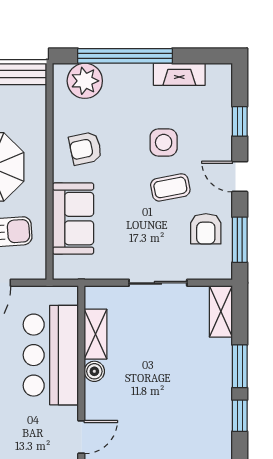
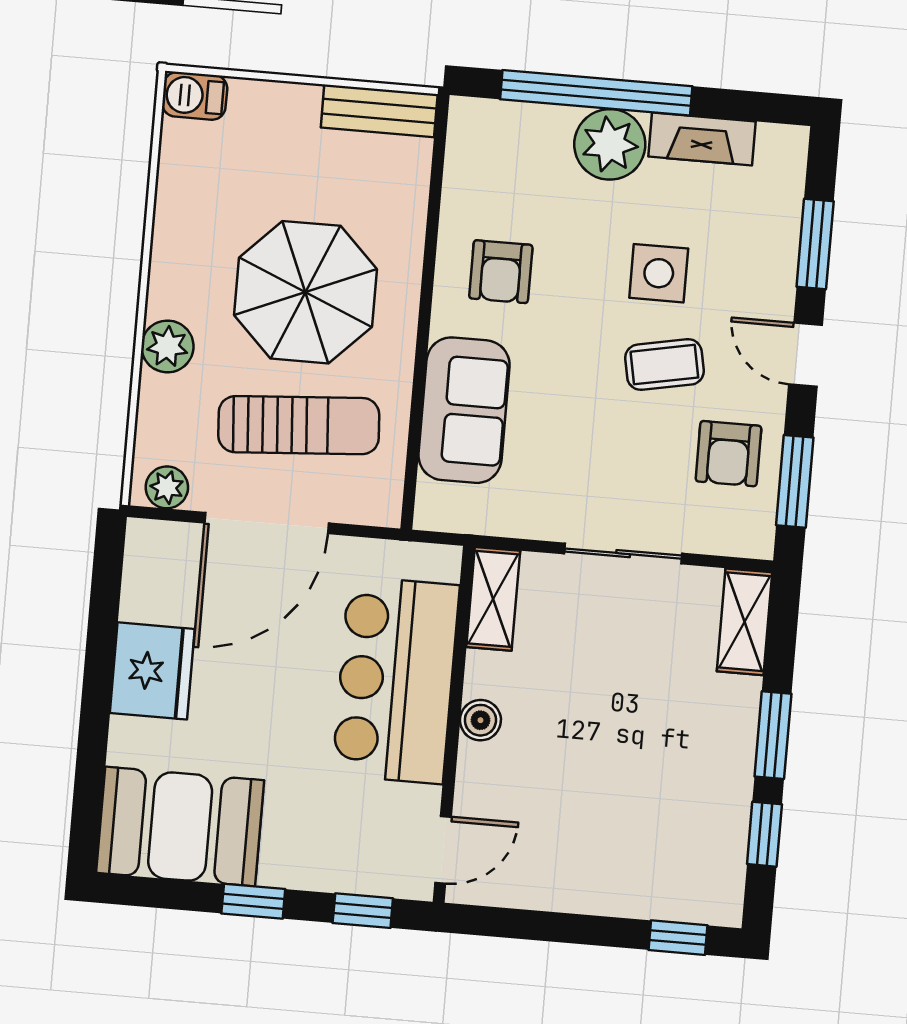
plant: (85, 81) -> (610, 144), moved
window: (240, 121) -> (815, 244), width x1.50
armchair: (85, 148) -> (501, 272), turned -78
shelving: (96, 334) -> (493, 599), moved

